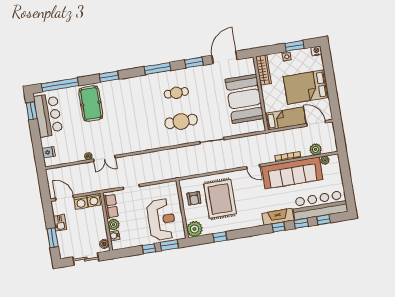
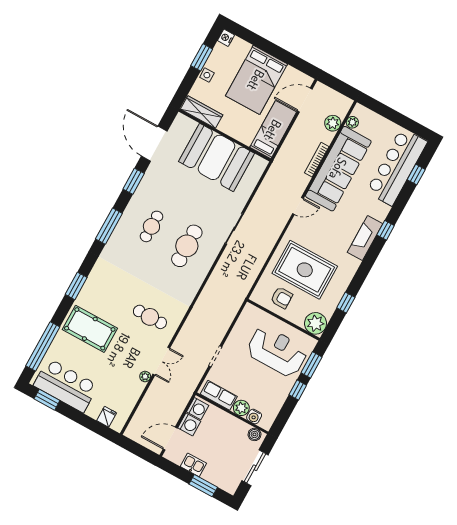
cafe table: (124, 132) -> (150, 317), added
fireplace: (278, 217) -> (365, 238), moved
window: (301, 223) -> (401, 202), removed

